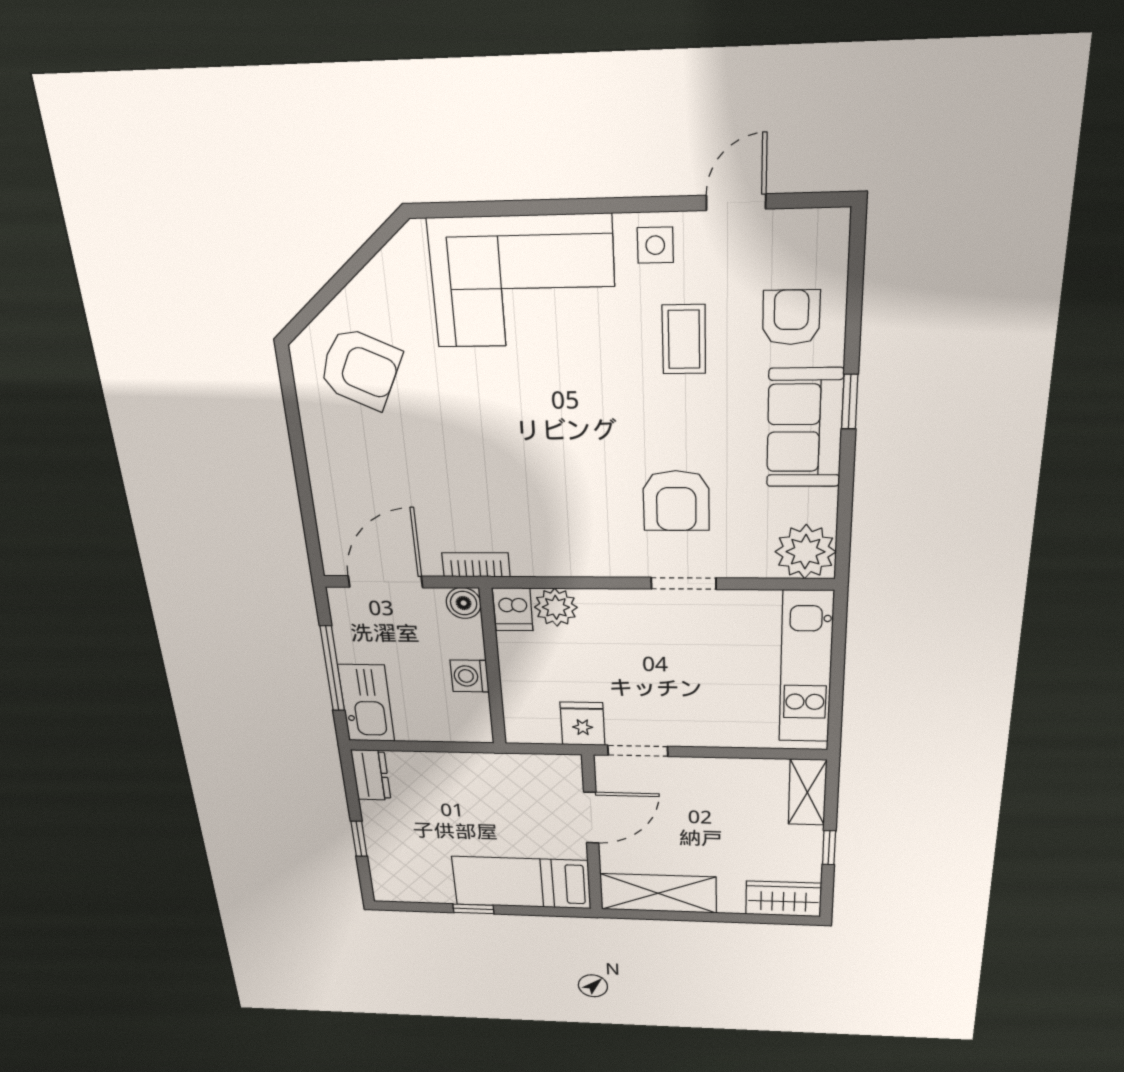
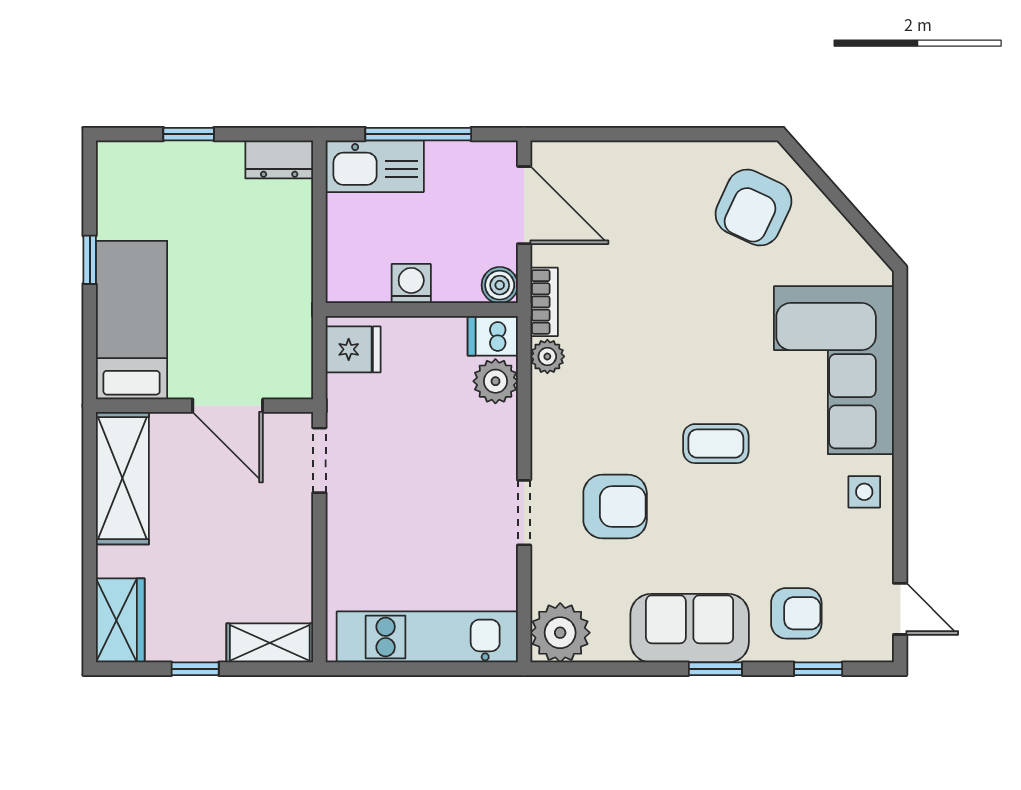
door: (736, 202) -> (900, 609), moved
window: (855, 292) -> (818, 669), added
coffee table: (684, 339) -> (716, 444), moved
armchair: (676, 501) -> (615, 506), turned 180
plant: (529, 562) -> (547, 356), added
fridge: (582, 724) -> (353, 349), moved

